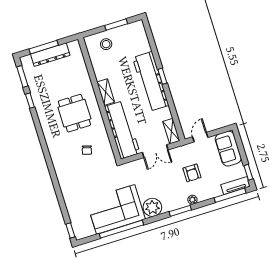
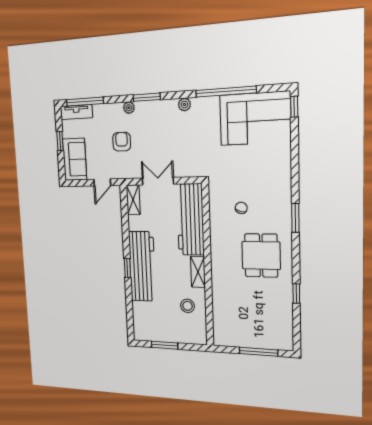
stool: (106, 44) -> (188, 306), moved
dresser: (50, 55) -> (253, 340), removed
window: (22, 76) -> (295, 218), moved
dining table: (74, 113) -> (261, 255), moved
window: (248, 172) -> (60, 141), moved
plant: (152, 207) -> (184, 104), width x0.53, depth x0.53
corner sofa: (116, 209) -> (255, 119), moved

